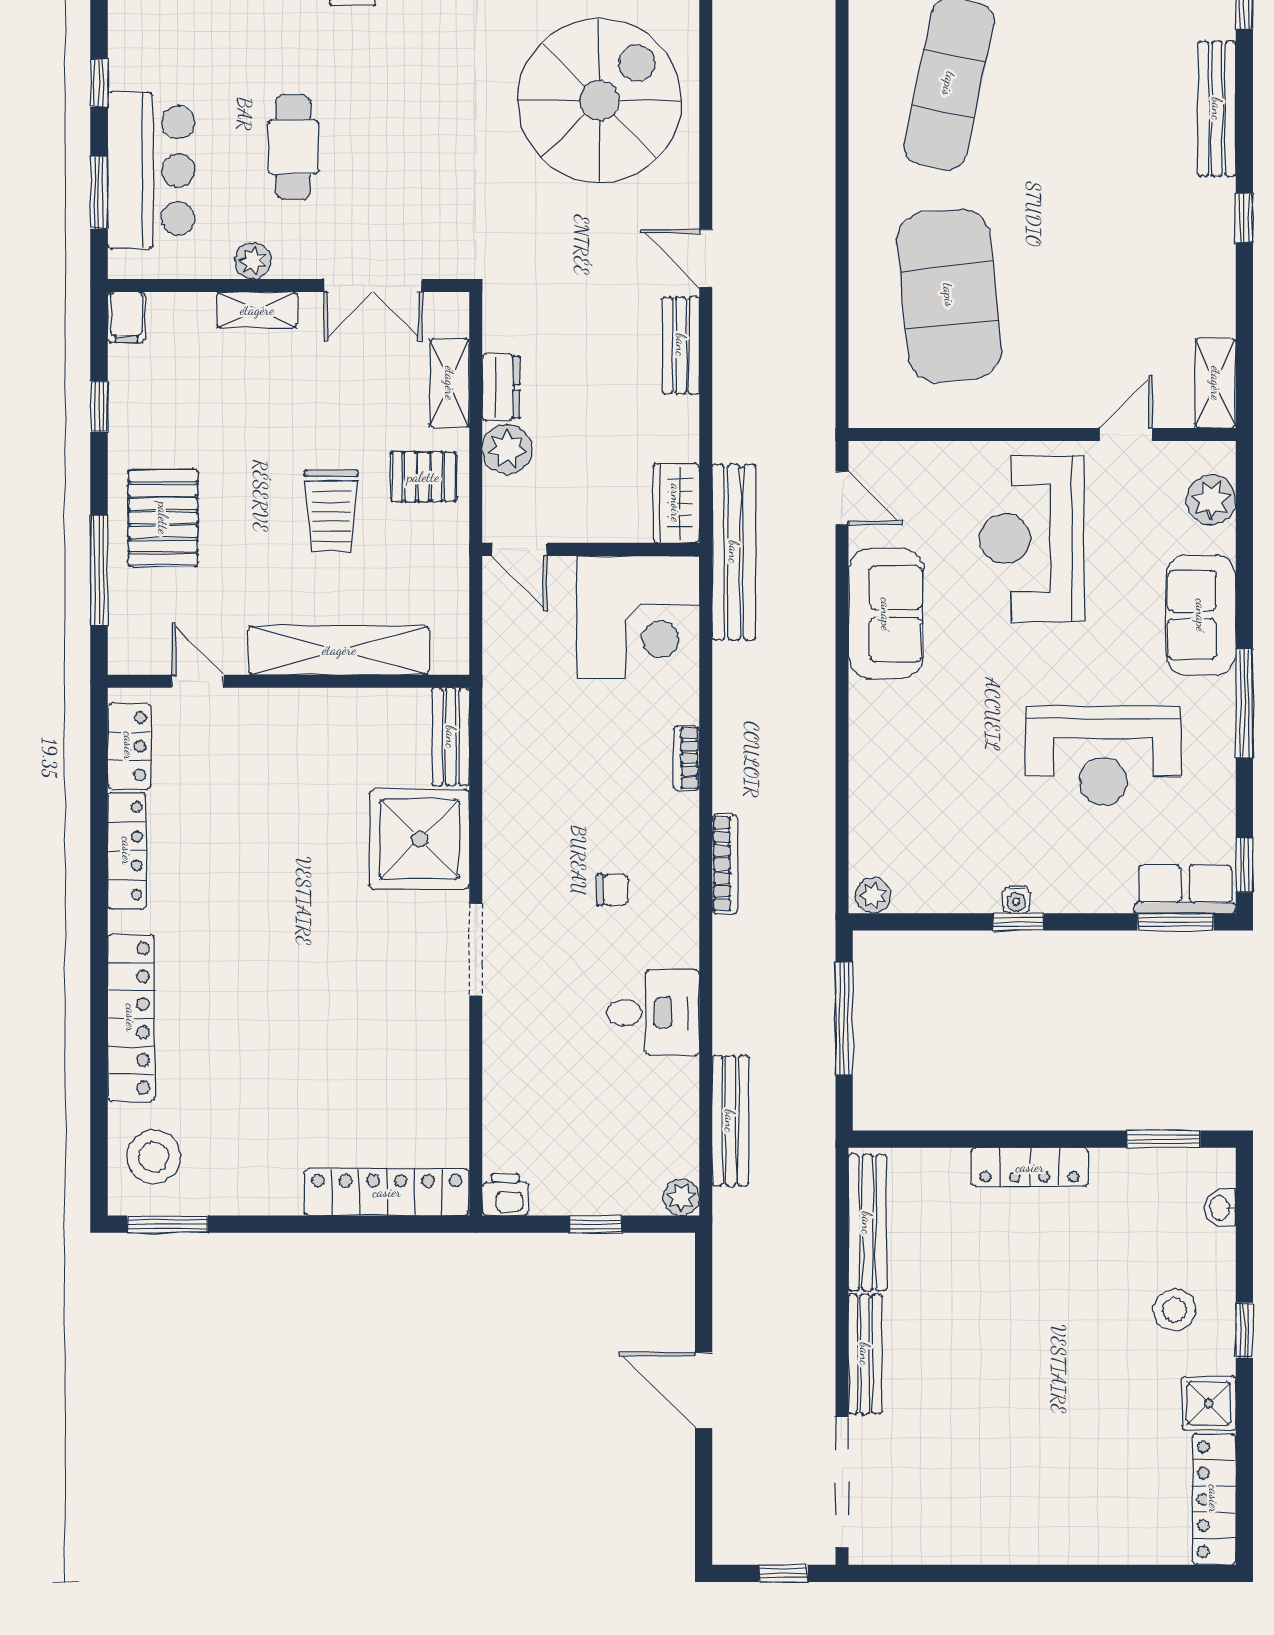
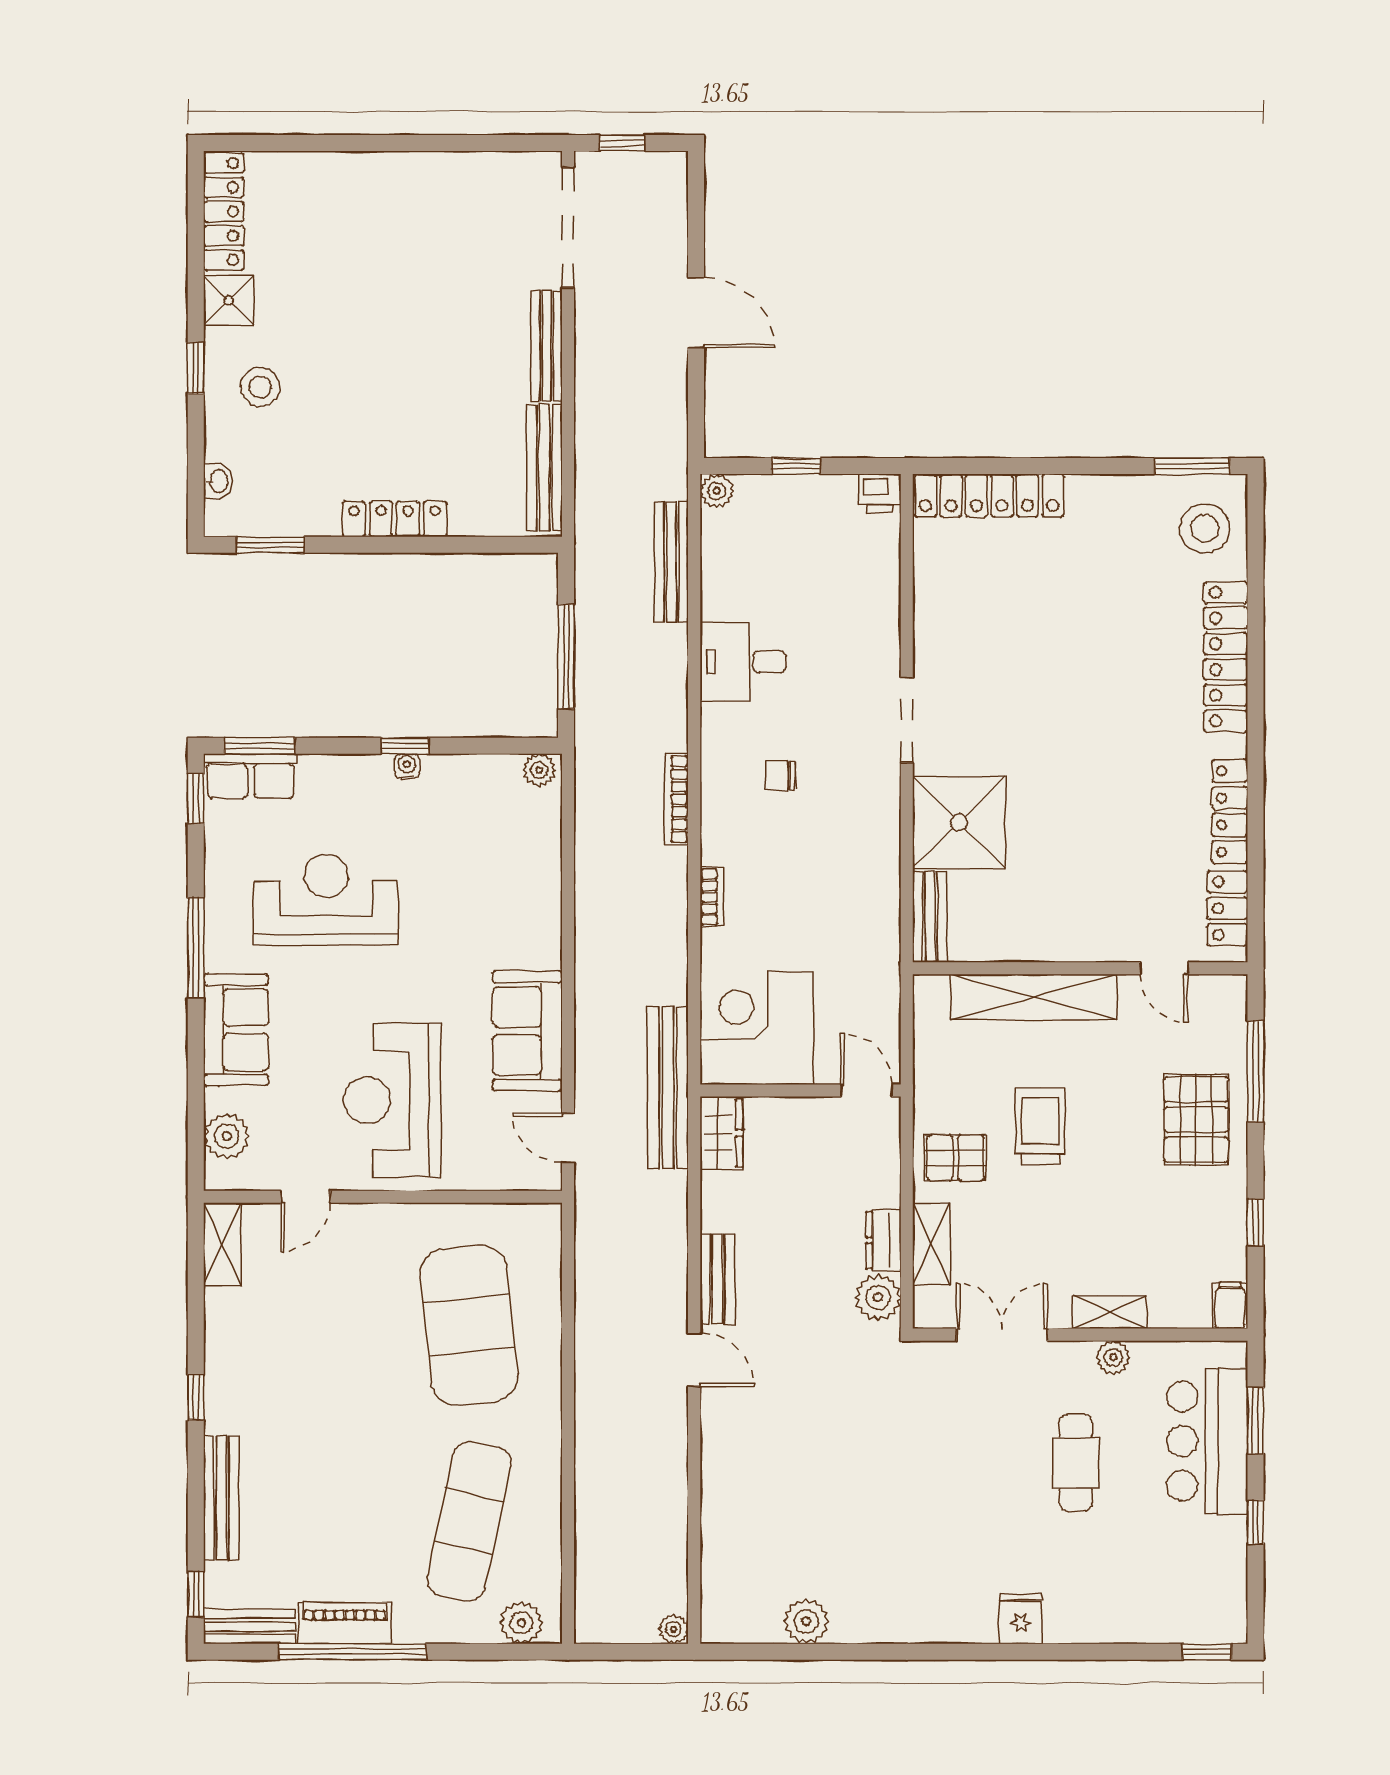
spiral stairs: (599, 100) -> (792, 1506), removed
plant: (507, 449) -> (878, 1297), moved
reception desk: (1032, 539) -> (392, 1100), turned 180

